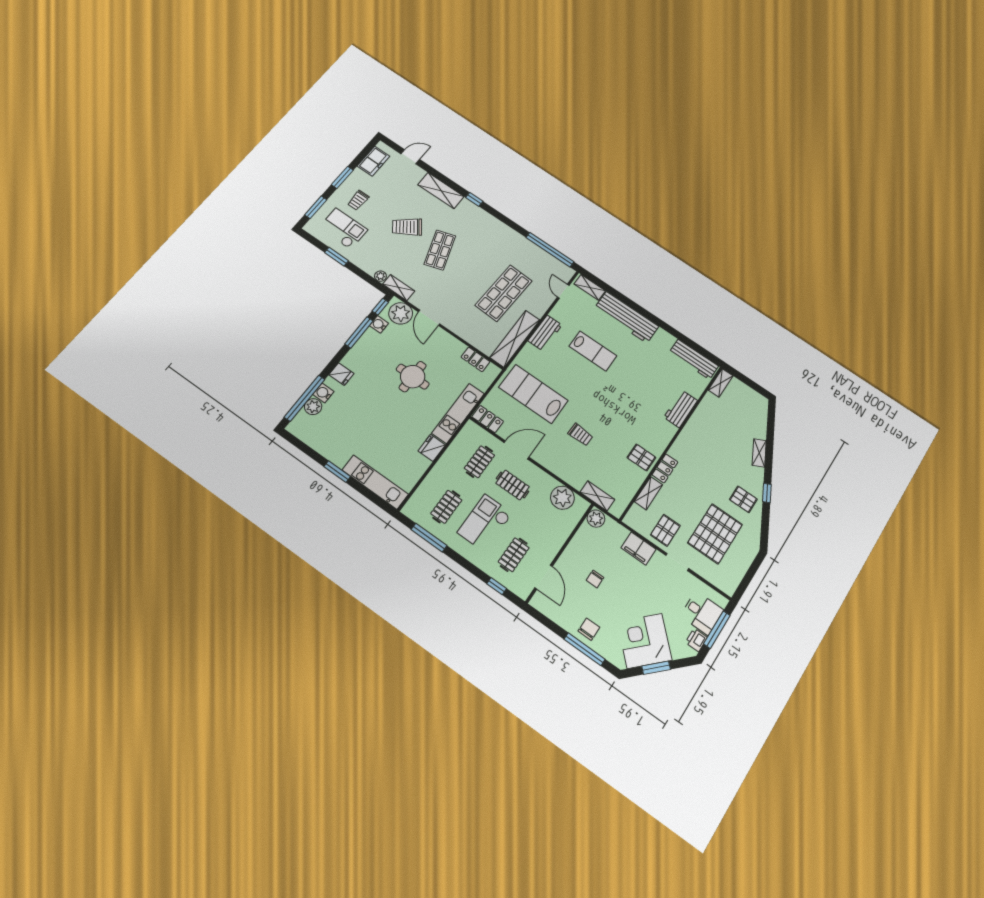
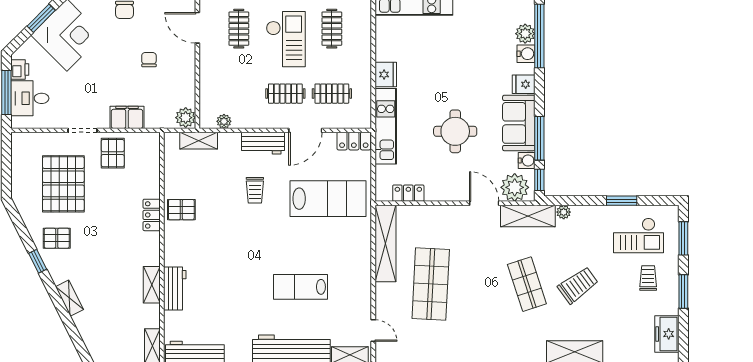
shelving: (399, 287) -> (528, 216), width x1.50, depth x1.33
workbench: (545, 333) -> (263, 143), moved, turned -90
sofa: (365, 352) -> (519, 123), added
trolley: (580, 435) -> (255, 190), turned -92
clothes rail: (479, 462) -> (332, 94), turned 90
shelving: (648, 493) -> (152, 285), moved
plant: (562, 498) -> (224, 121), width x0.53, depth x0.53

